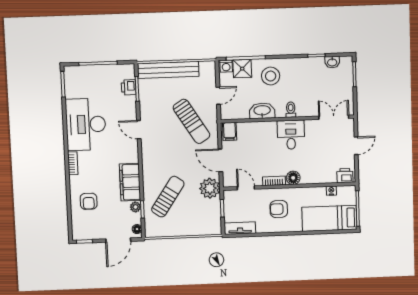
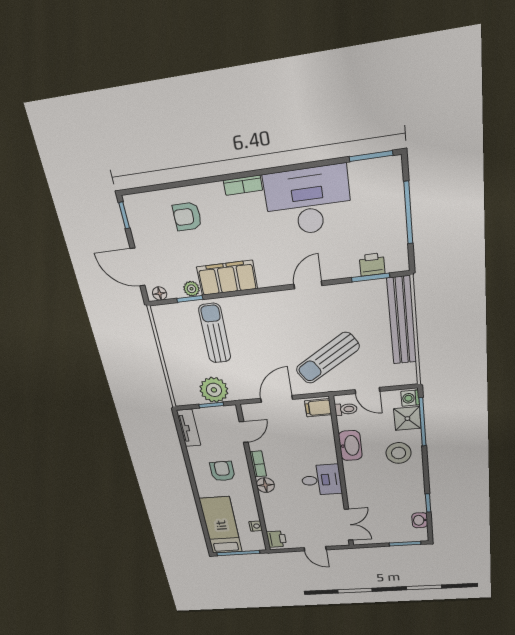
toilet: (291, 110) -> (346, 409), moved
plant: (210, 188) -> (214, 390), moved
sun lounger: (168, 197) -> (215, 333), turned -124

